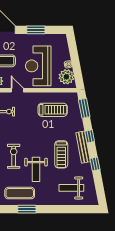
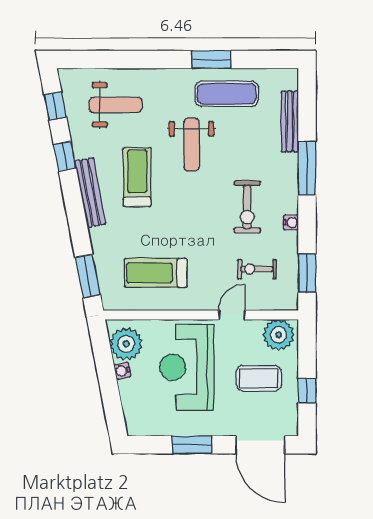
reception desk: (38, 66) -> (187, 367), turned 180
door: (17, 90) -> (232, 315), swing flipped
window: (90, 136) -> (55, 106), moved
exercise bike: (14, 156) -> (247, 207), moved
weight bench: (36, 169) -> (191, 145), turned 180

